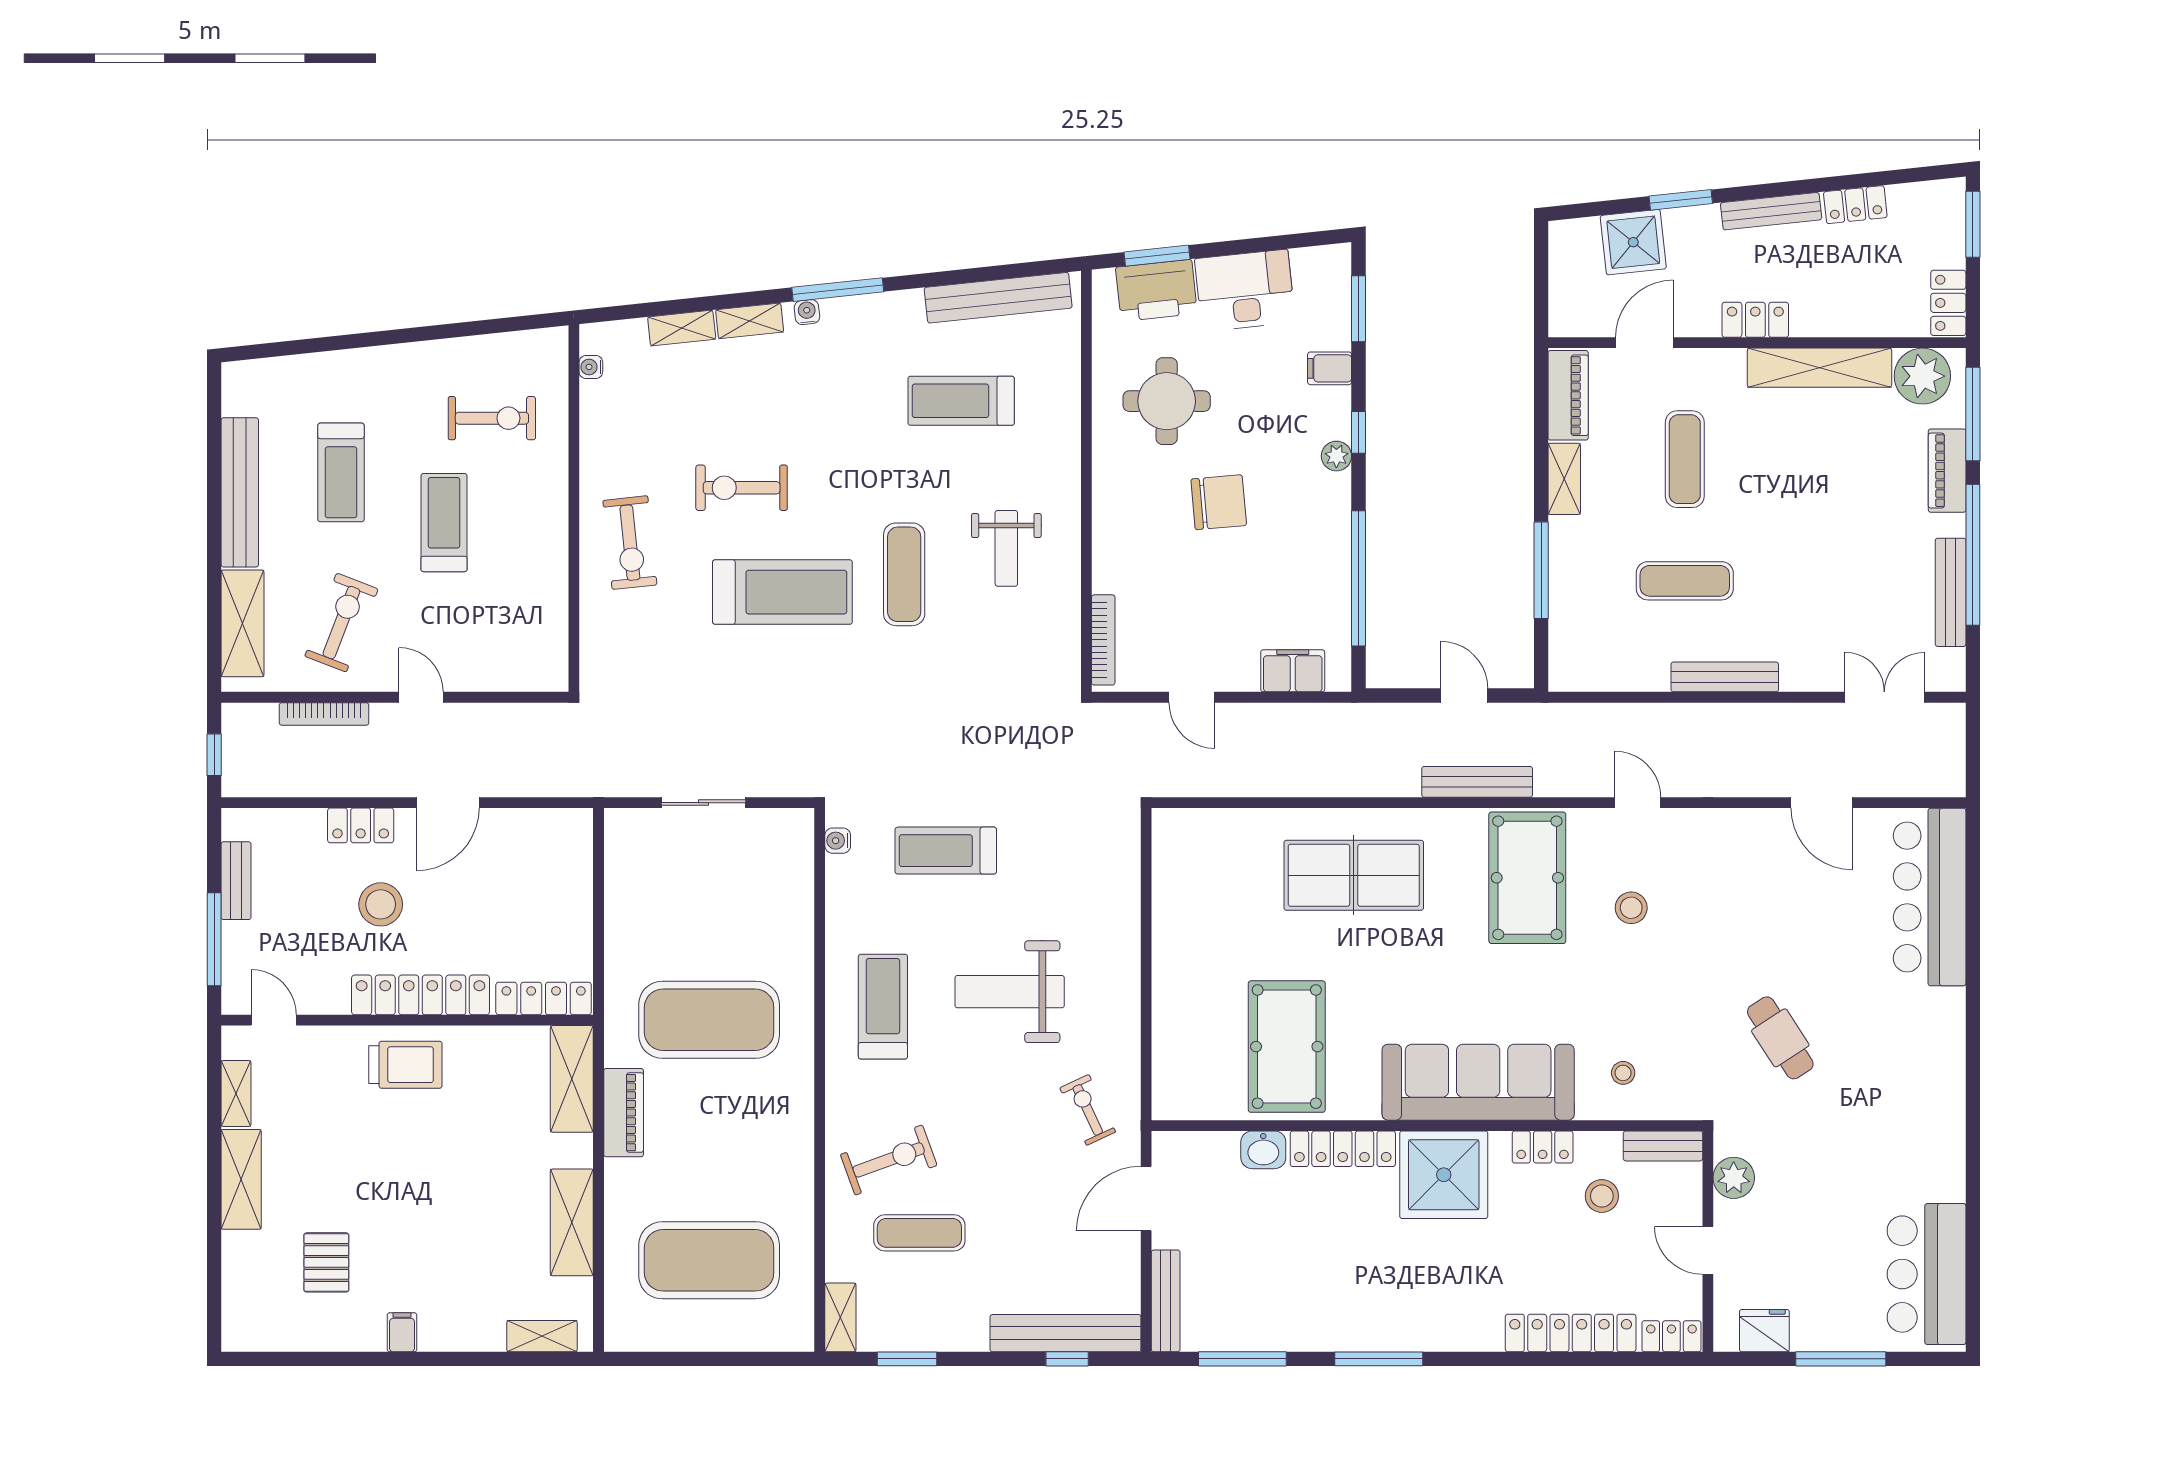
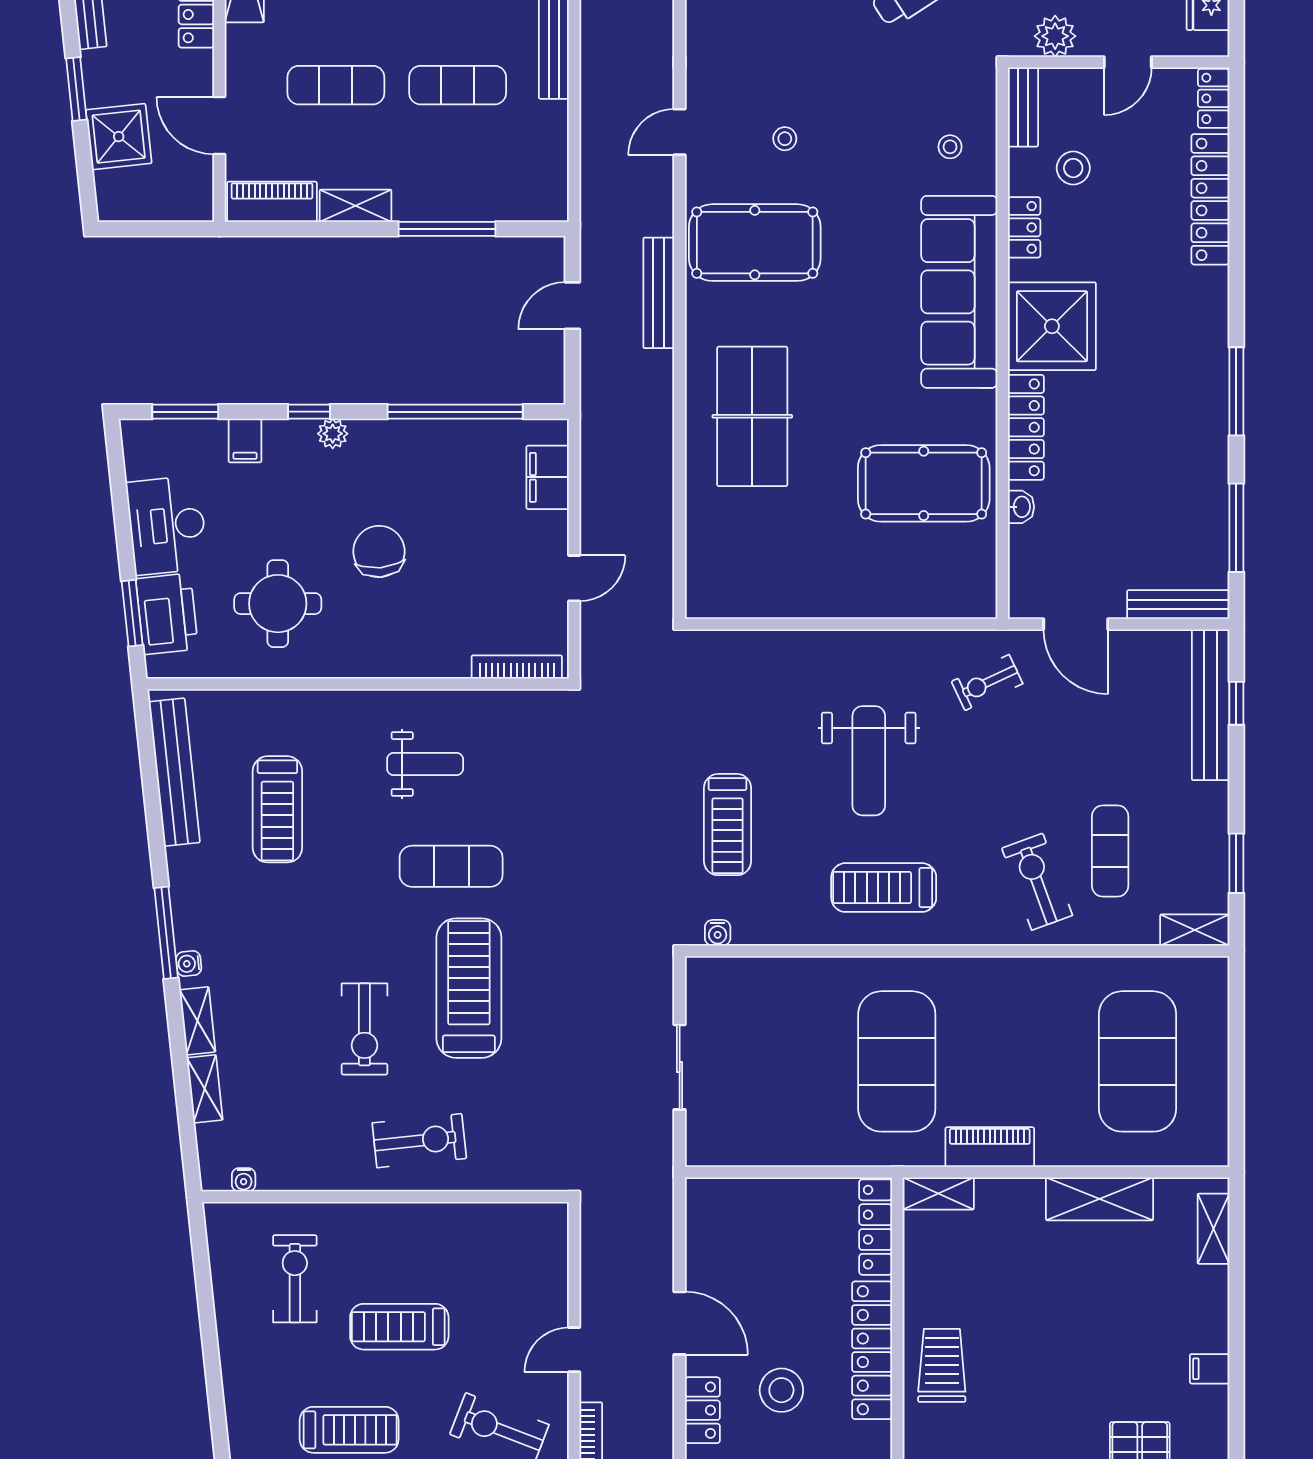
exercise mat: (1685, 581) -> (458, 85), turned 90
stool: (1631, 908) -> (785, 139), width x0.73, depth x0.73
shelving: (572, 1079) -> (938, 1193), width x0.67, depth x0.75
washbasin: (1263, 1150) -> (1021, 507), width x0.72, depth x0.69

